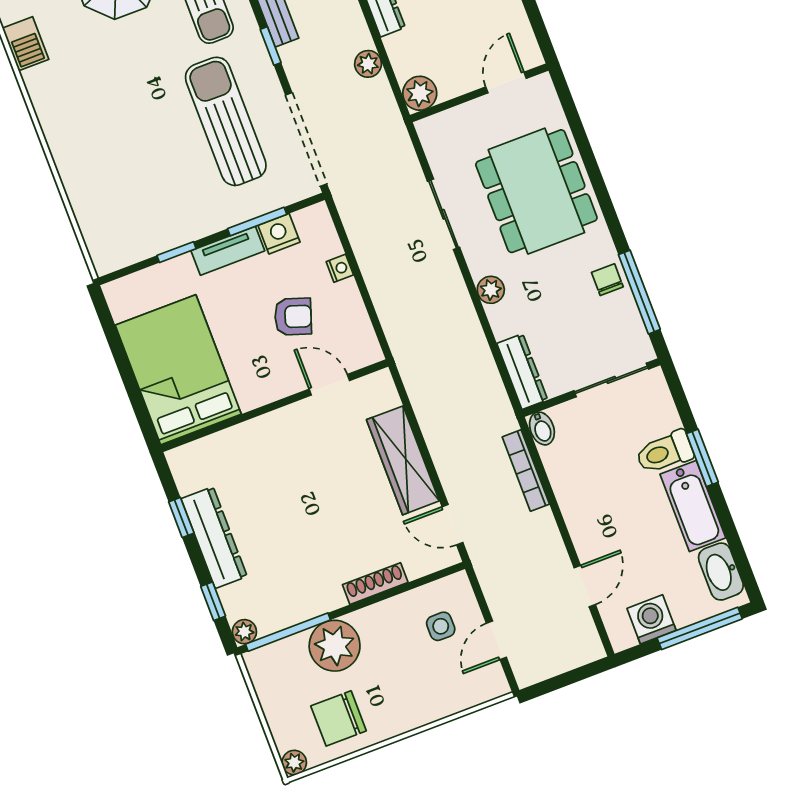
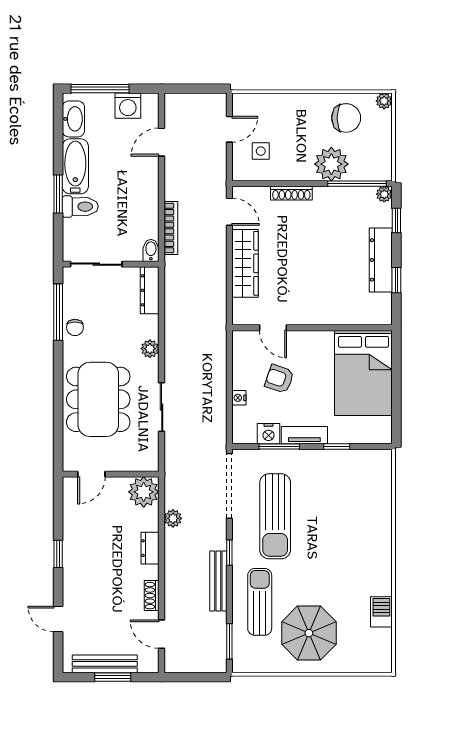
plant: (420, 93) -> (144, 492), width x1.36, depth x1.36

